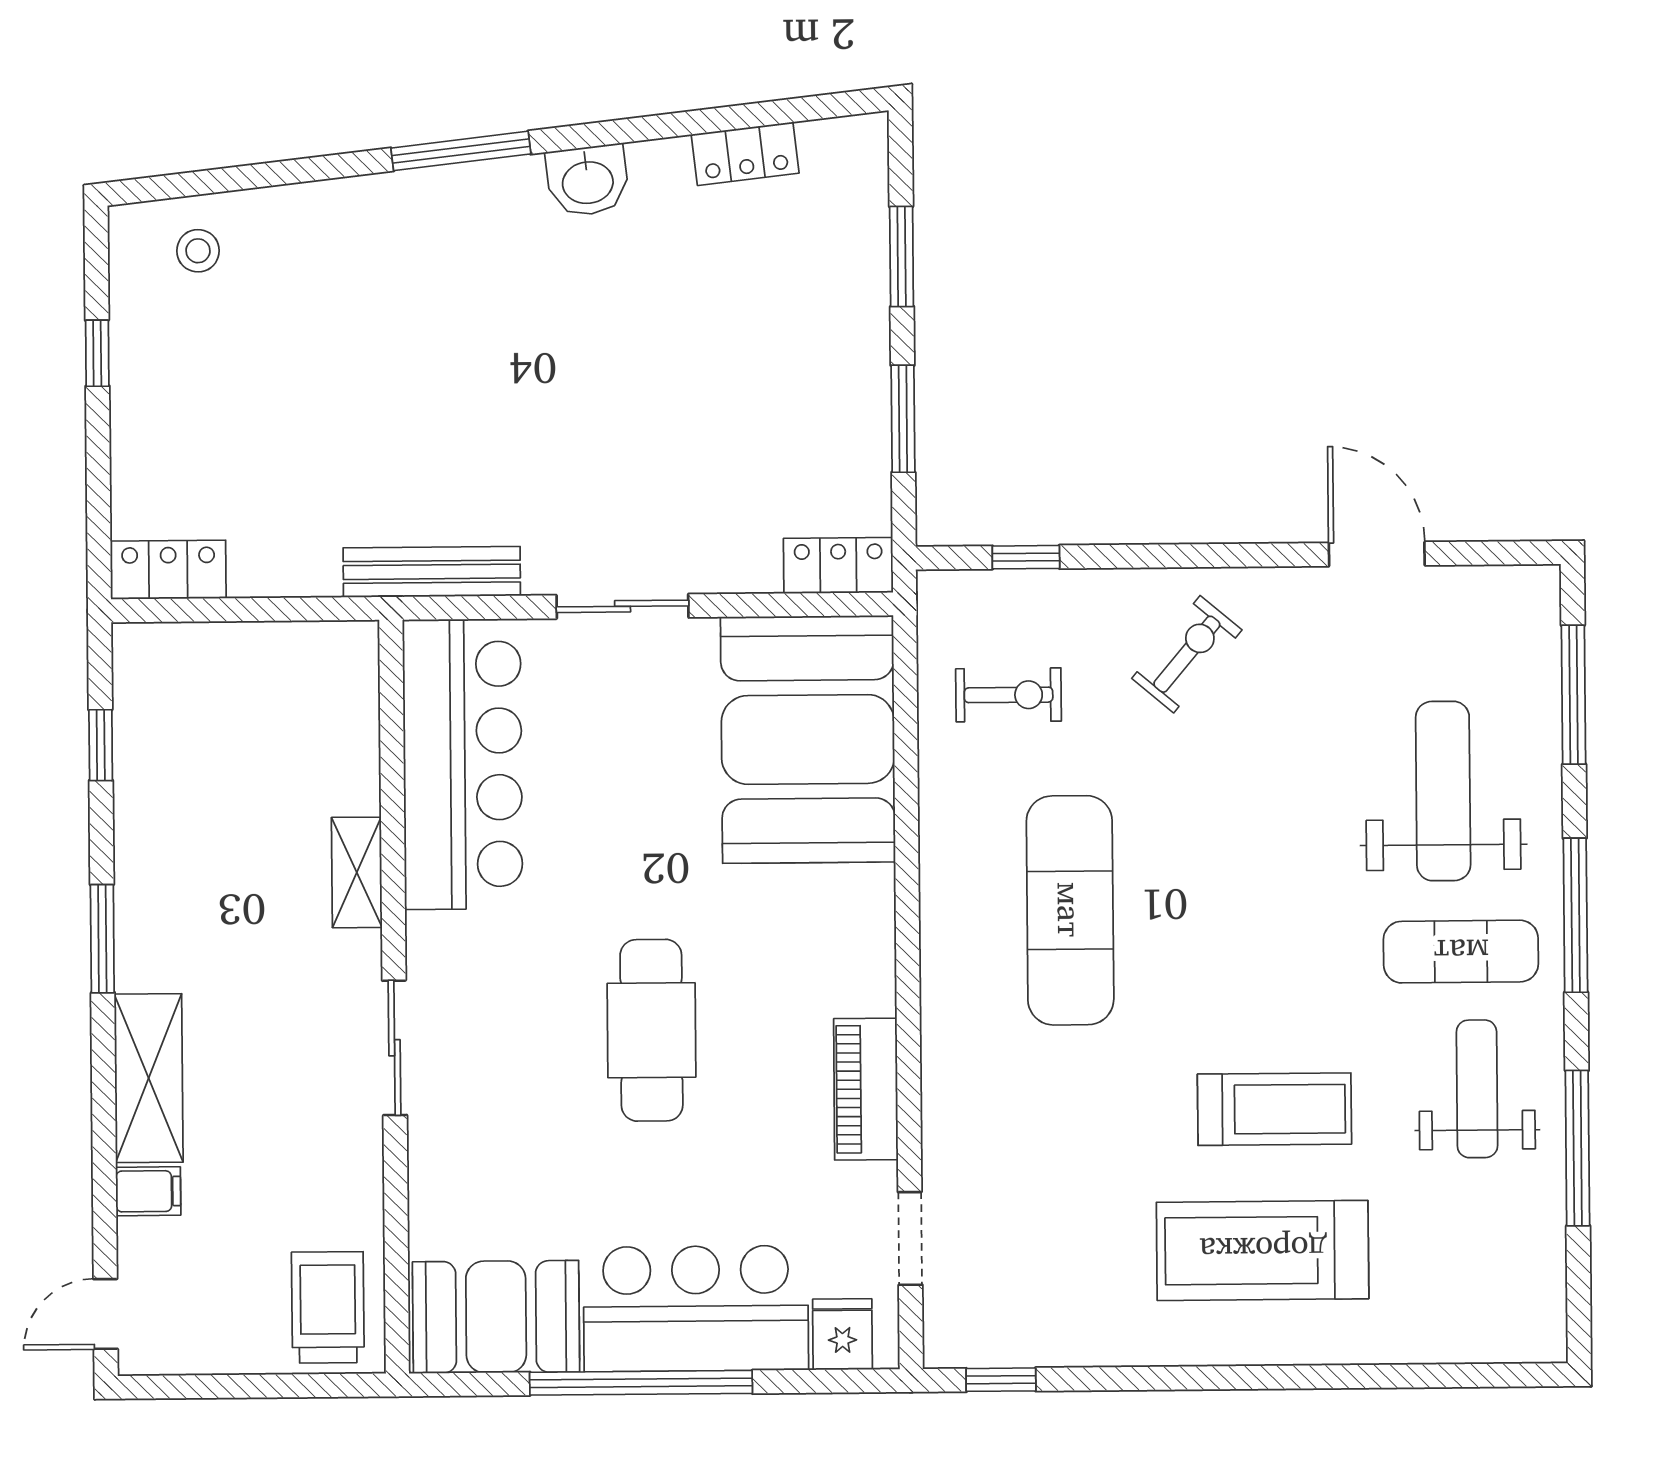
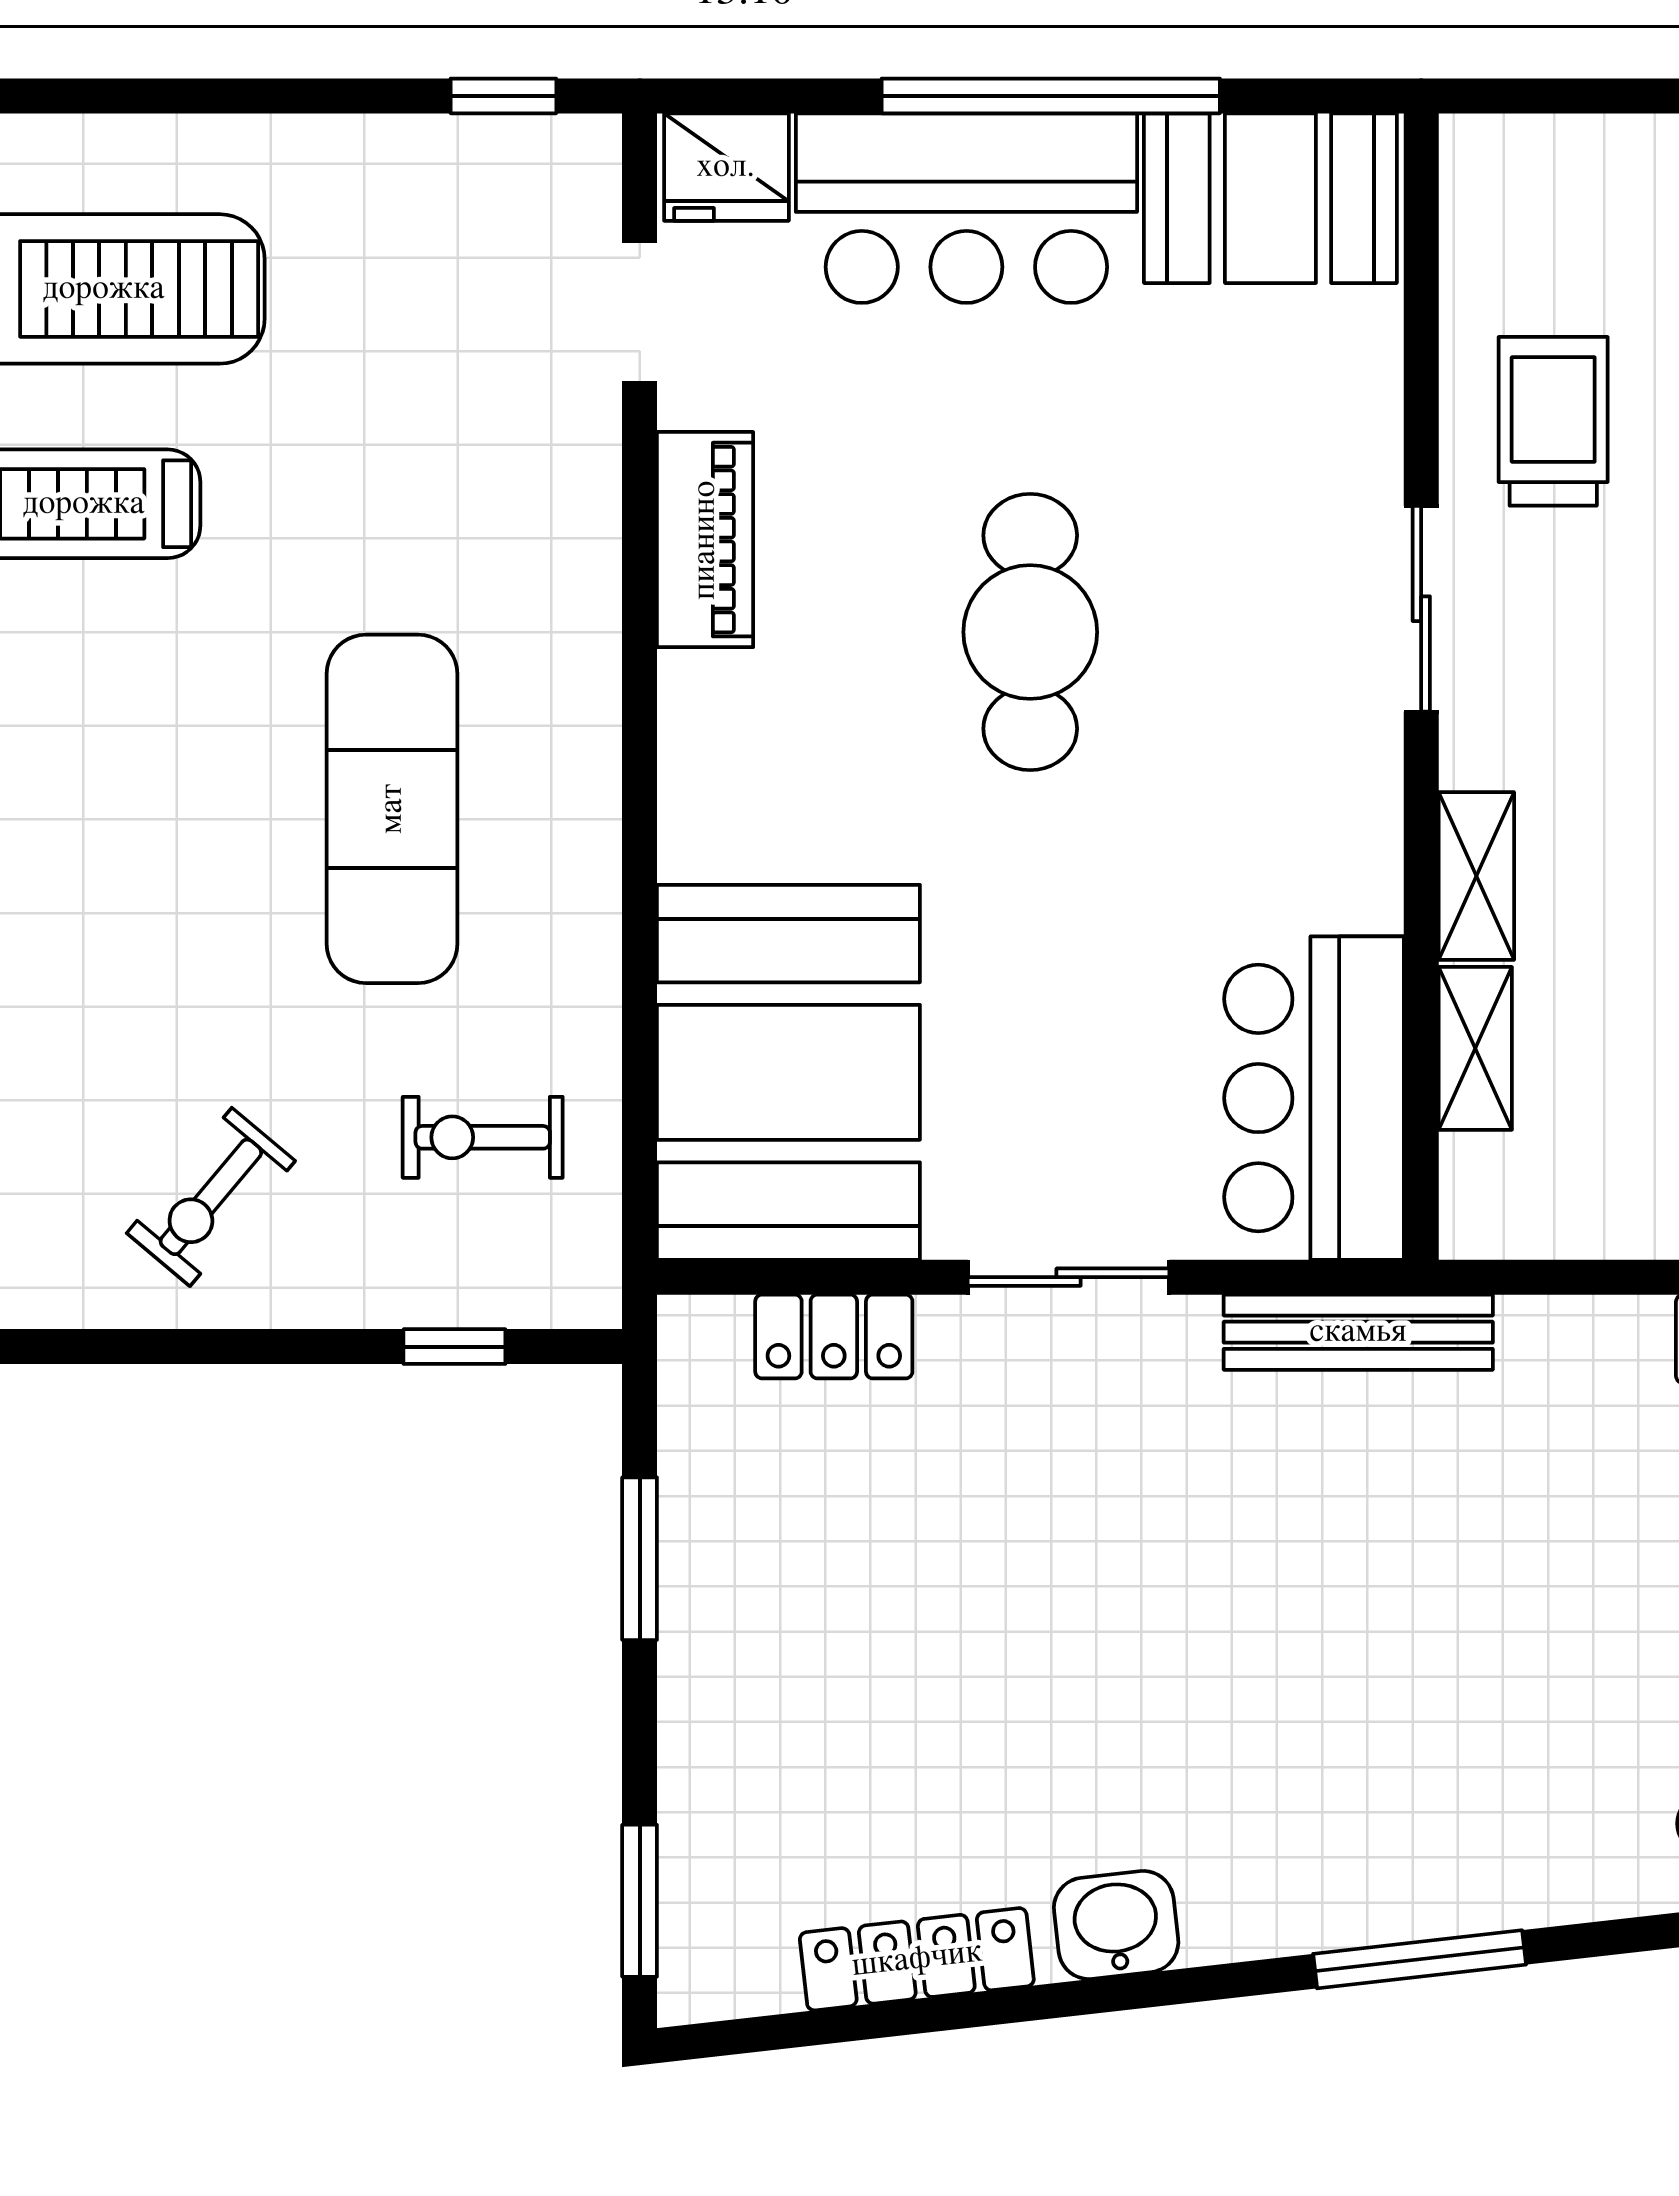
window: (461, 151) -> (1420, 1959), moved
locker: (745, 154) -> (917, 1959), width x1.53
window: (902, 257) -> (640, 1901), moved
locker: (838, 565) -> (834, 1336), moved
shelving: (356, 759) -> (1475, 1048), added
bar counter: (463, 764) -> (1314, 1098), width x0.73
trolley: (328, 1307) -> (1553, 421), moved, turned 180
fridge: (842, 1334) -> (726, 167), width x1.38

